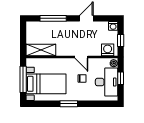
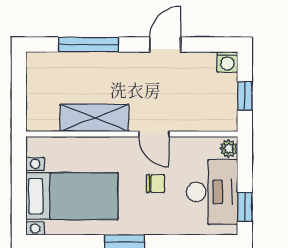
shelving: (41, 50) -> (94, 118), moved
washing machine: (108, 50) -> (215, 117), removed
window: (121, 78) -> (245, 207), moved
window: (23, 79) -> (19, 186), removed

